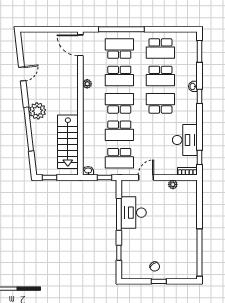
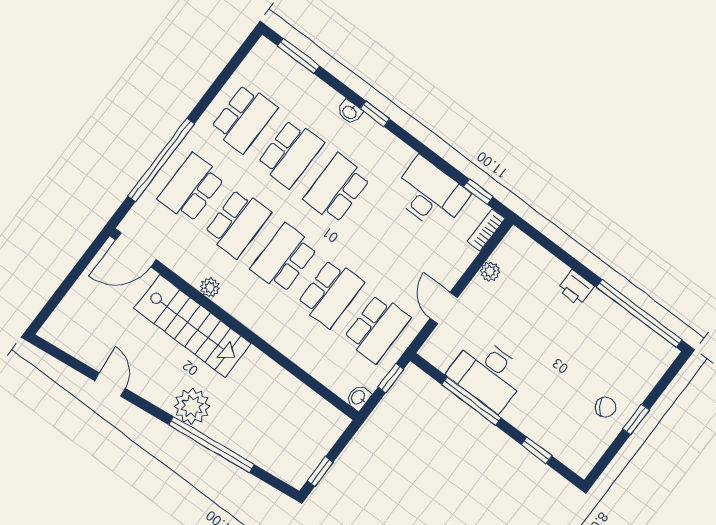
stairs: (68, 142) -> (193, 326), moved
printer: (191, 221) -> (576, 288), added

